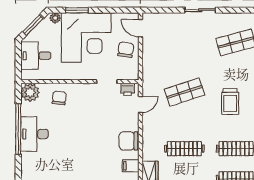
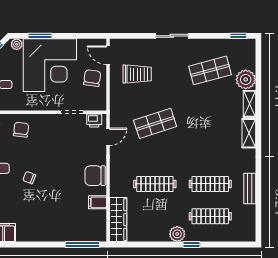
trolley: (230, 102) -> (137, 74), moved, turned -90
chair: (67, 143) -> (29, 178), added

